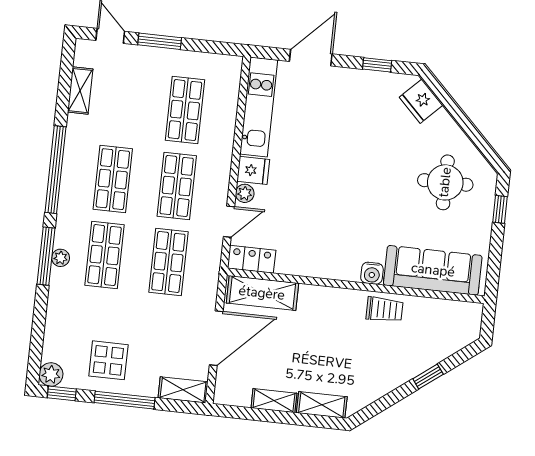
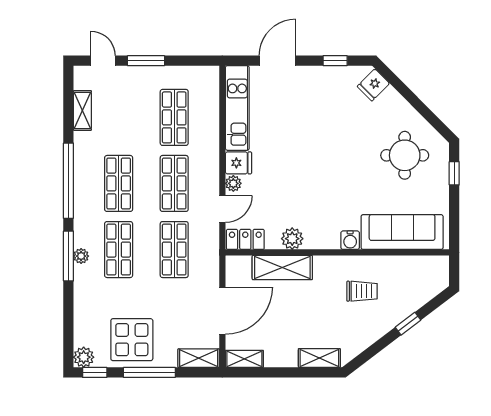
fridge: (421, 101) -> (373, 85), width x0.72
plant: (306, 264) -> (292, 239), added
shelving: (262, 293) -> (282, 268), moved
trolley: (385, 310) -> (362, 291), moved
display table: (108, 360) -> (132, 340), width x1.36, depth x1.36
shelving: (274, 401) -> (244, 359), moved

